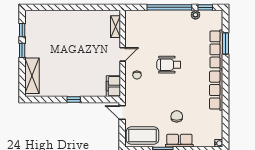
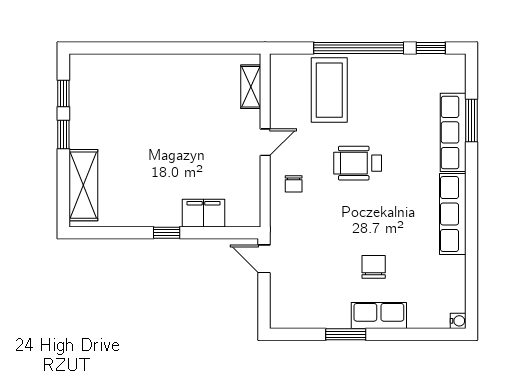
plant: (195, 15) -> (411, 63), removed
filing cabinet: (113, 86) -> (203, 213), moved, turned 90
coffee table: (142, 136) -> (329, 90), moved, turned 90

